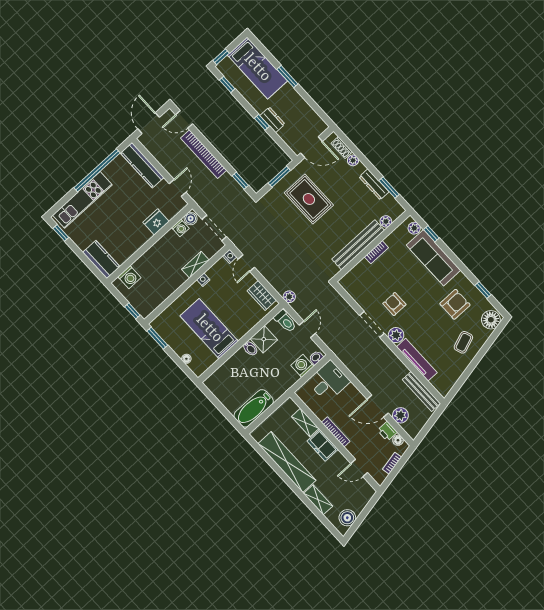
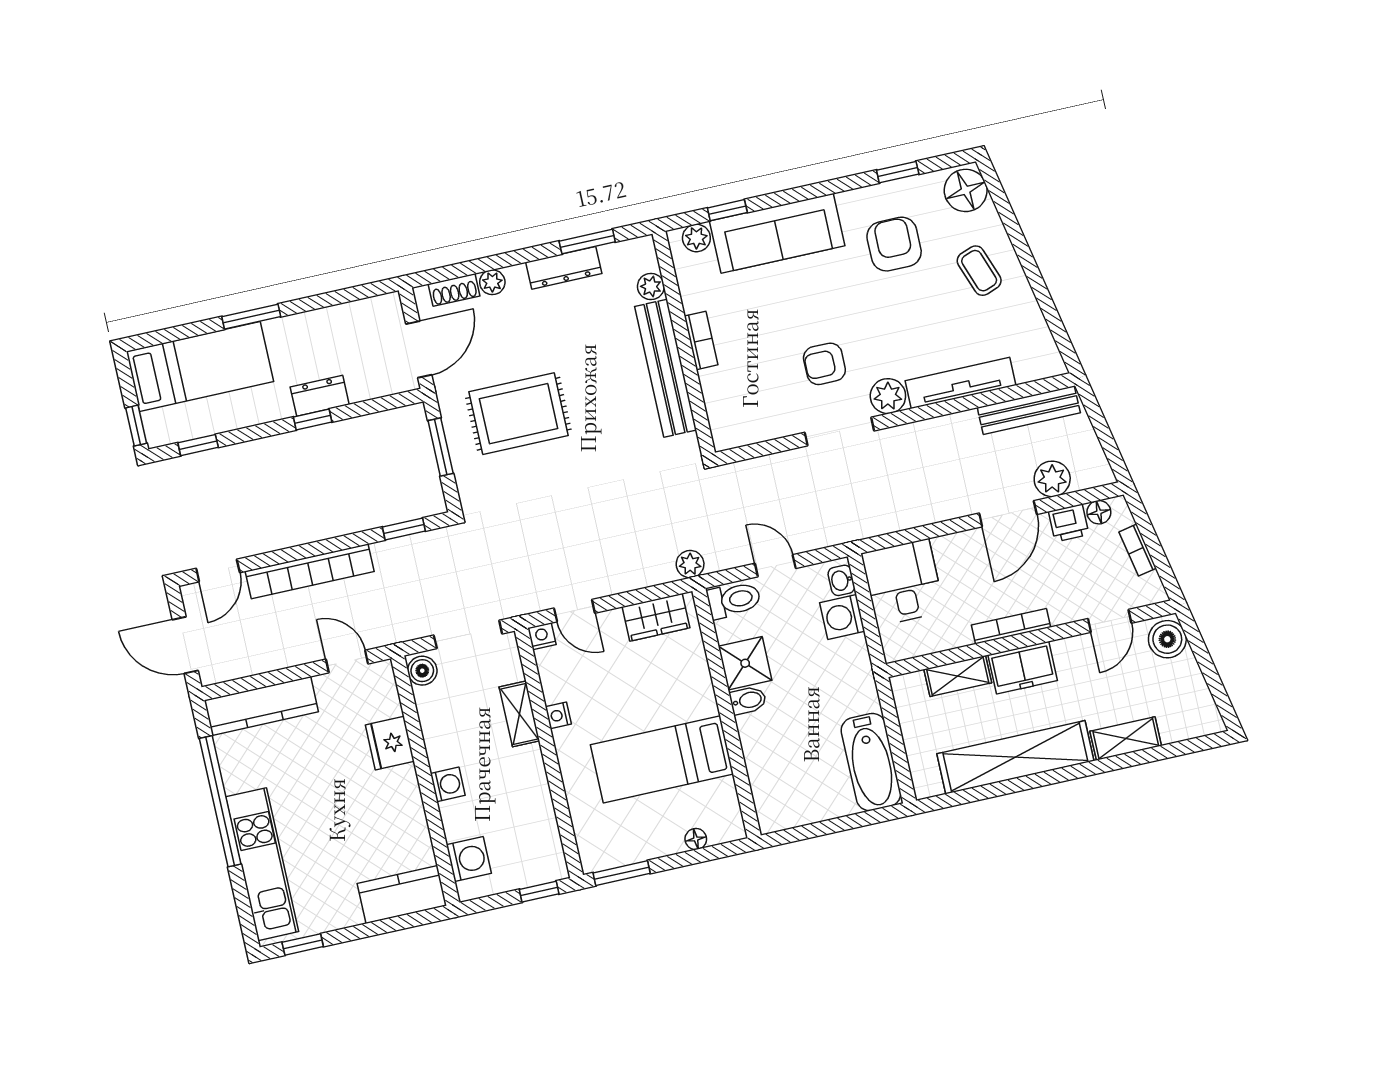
washing machine: (180, 228) -> (448, 784), moved
boiler: (347, 518) -> (1167, 639), moved

